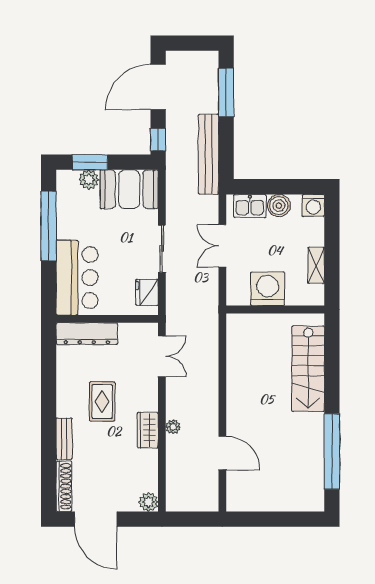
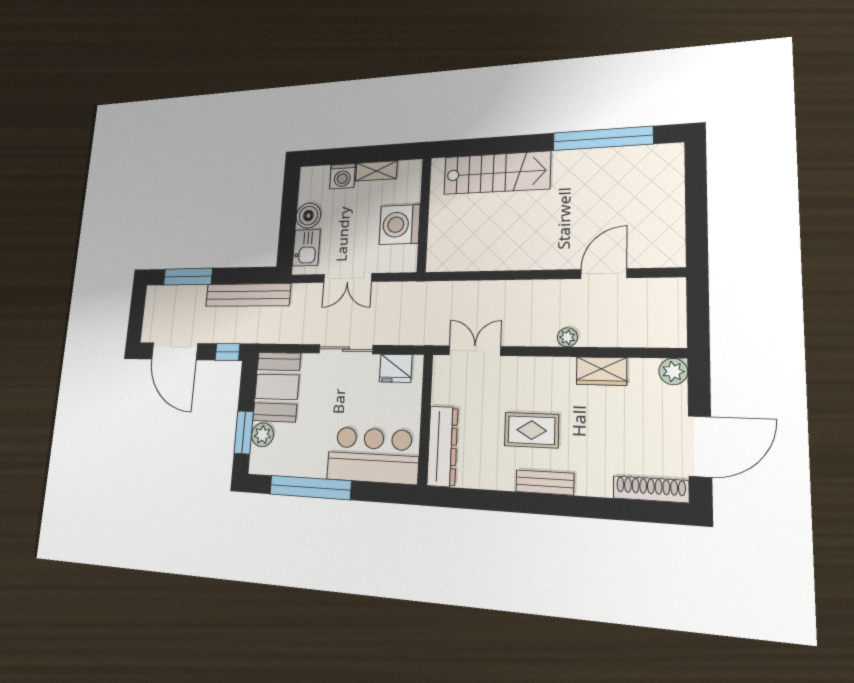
washing machine: (313, 205) -> (342, 176), moved, turned 90
wardrobe: (148, 430) -> (601, 371), moved
bench: (64, 439) -> (545, 483), moved

